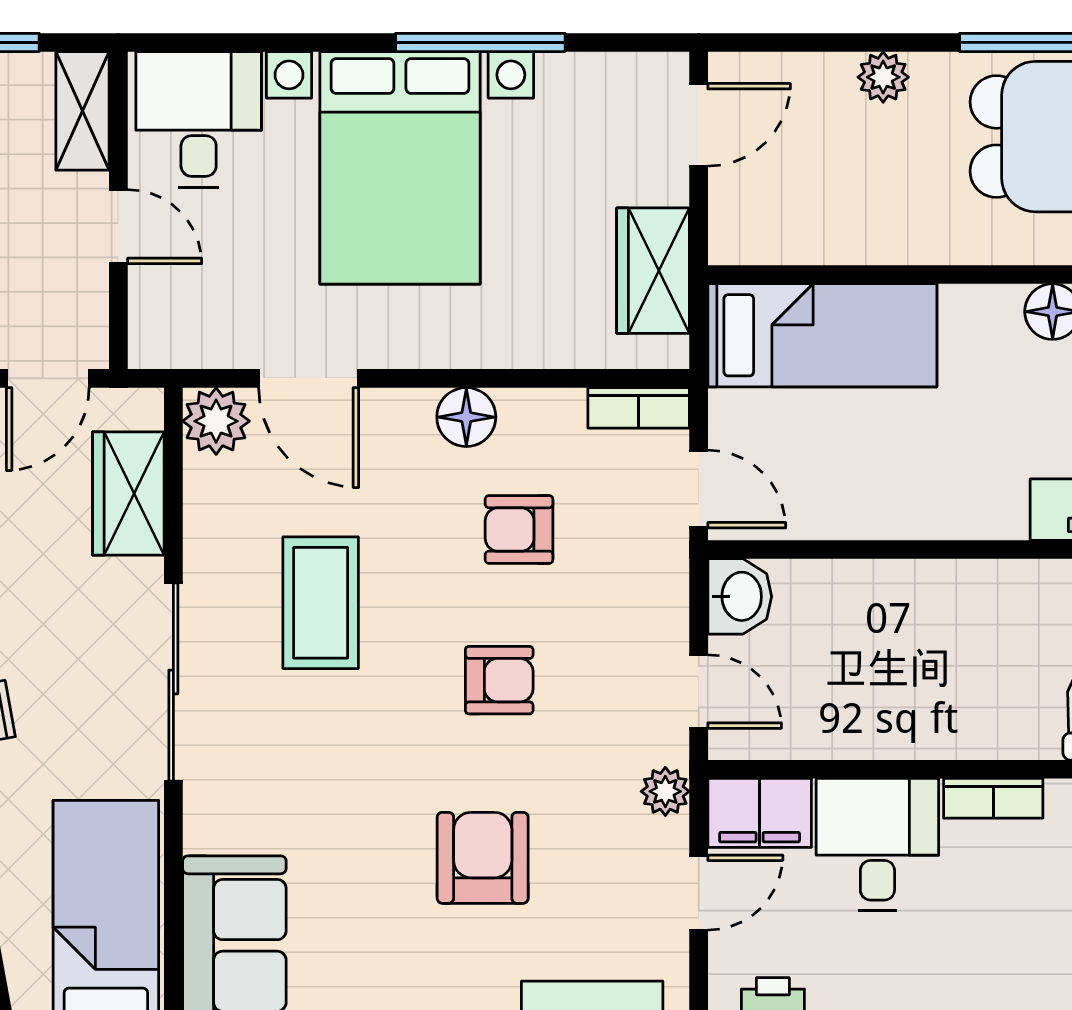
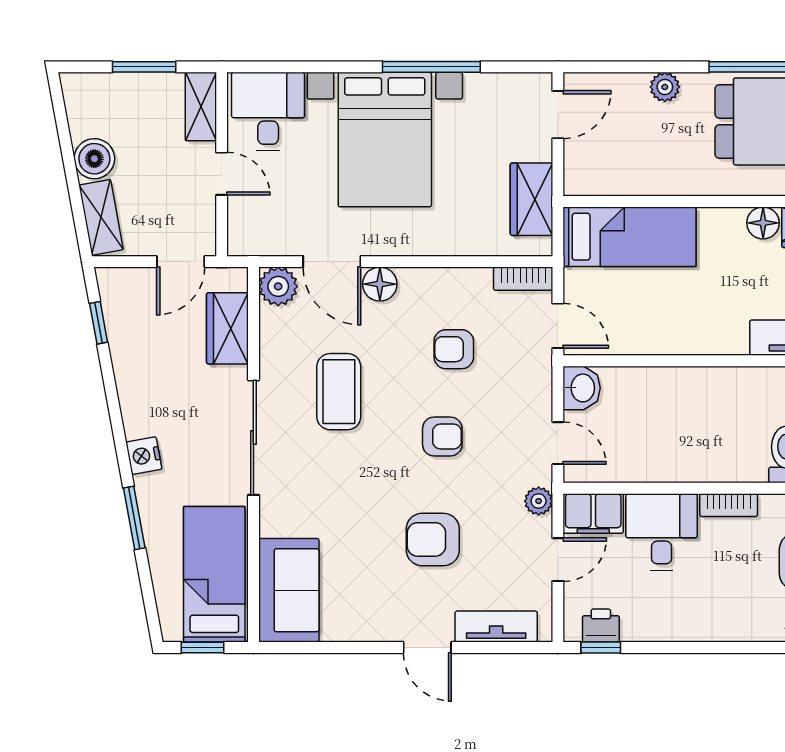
floor lamp: (466, 417) -> (380, 284), moved
armchair: (483, 858) -> (433, 539), turned -90

